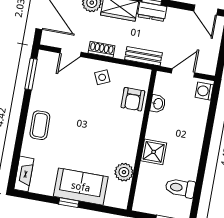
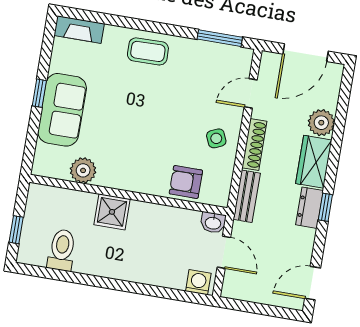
shoe rack: (102, 49) -> (254, 145), width x1.43
door: (70, 53) -> (251, 93), hinge flipped
washbasin: (158, 104) -> (213, 223), moved

